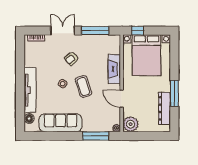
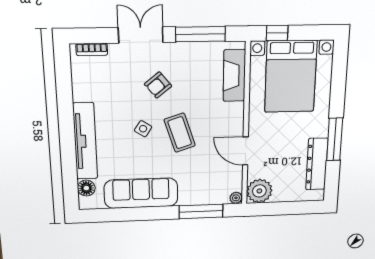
fireplace: (114, 69) -> (234, 76), moved

